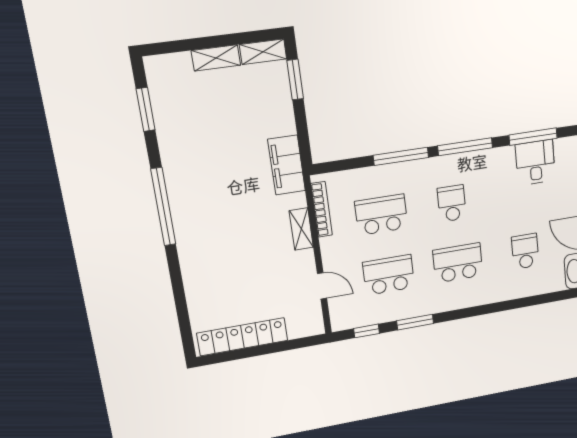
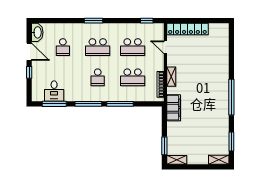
shelving: (216, 58) -> (219, 160), moved
window: (415, 322) -> (94, 21), moved
locker: (242, 337) -> (187, 29), moved

